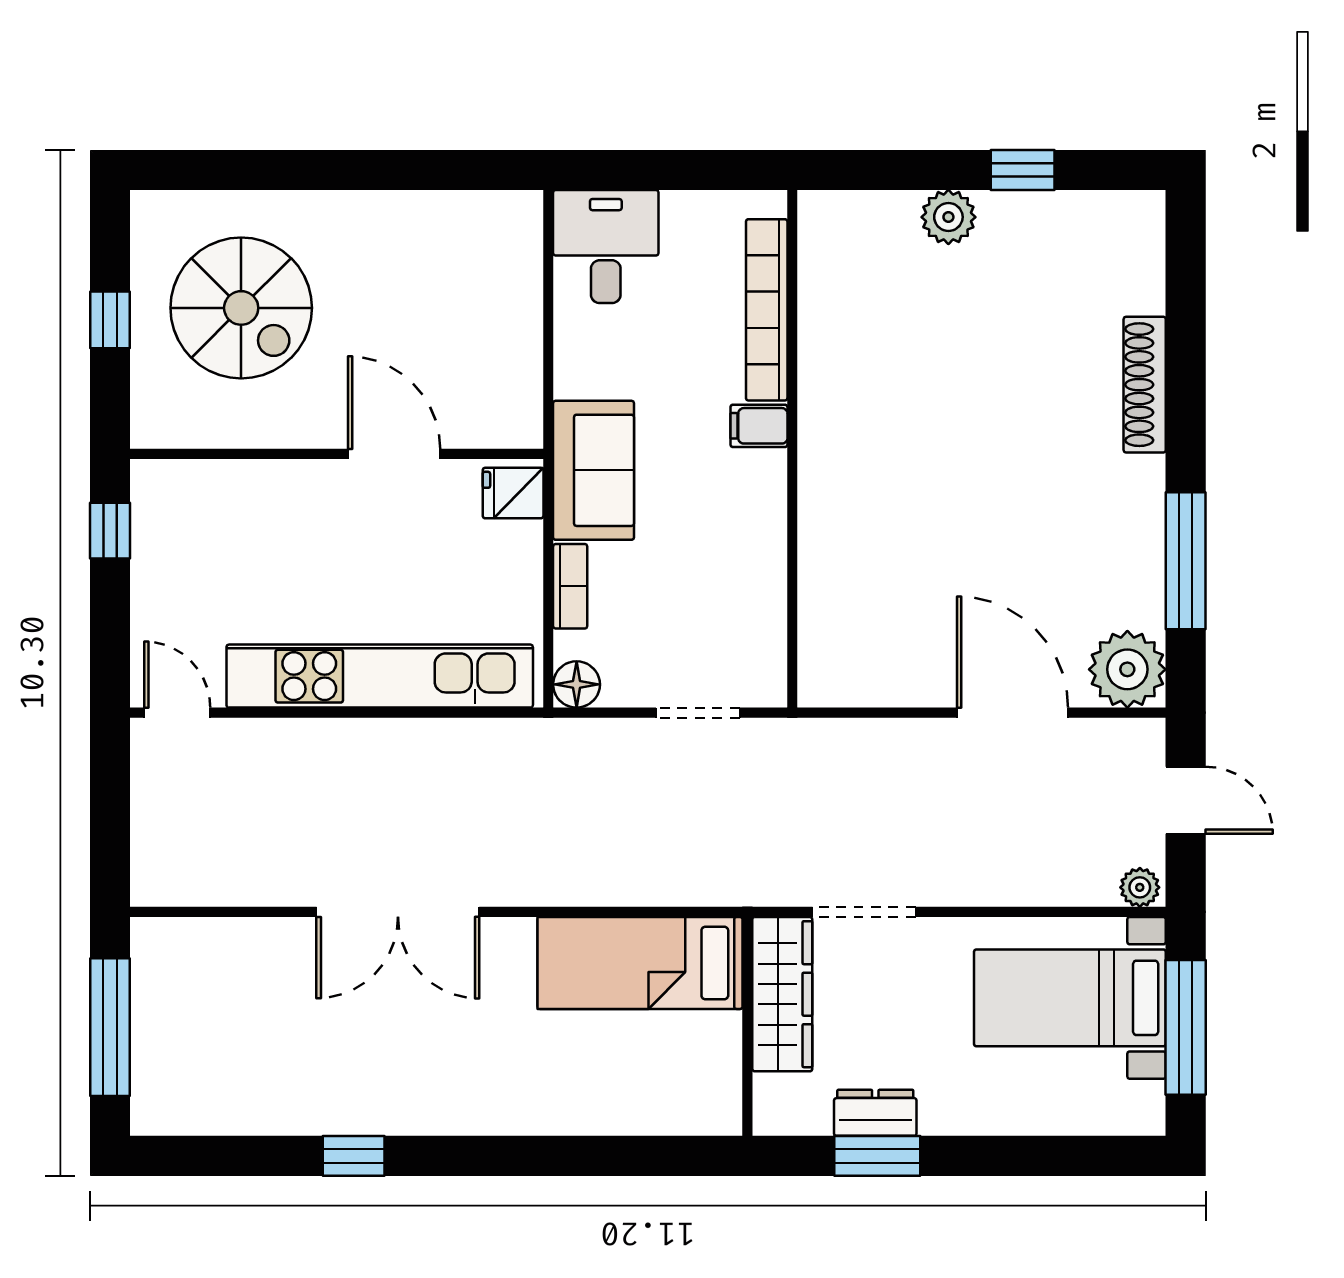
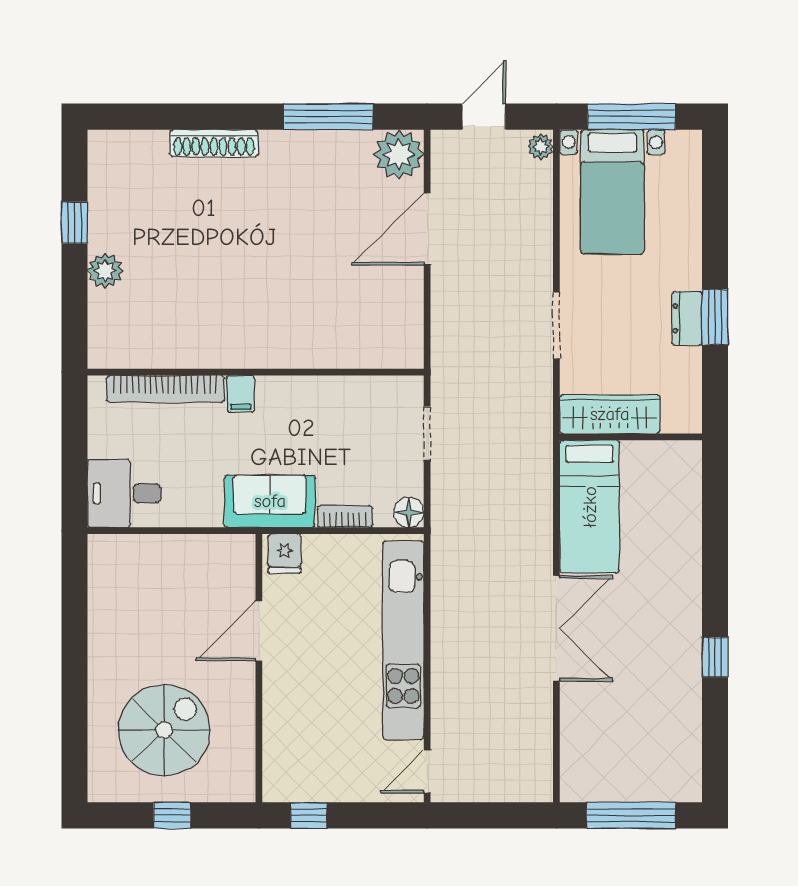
bed: (640, 963) -> (590, 507), moved
wardrobe: (782, 994) -> (610, 414), moved
wall: (747, 1026) -> (631, 437), moved

